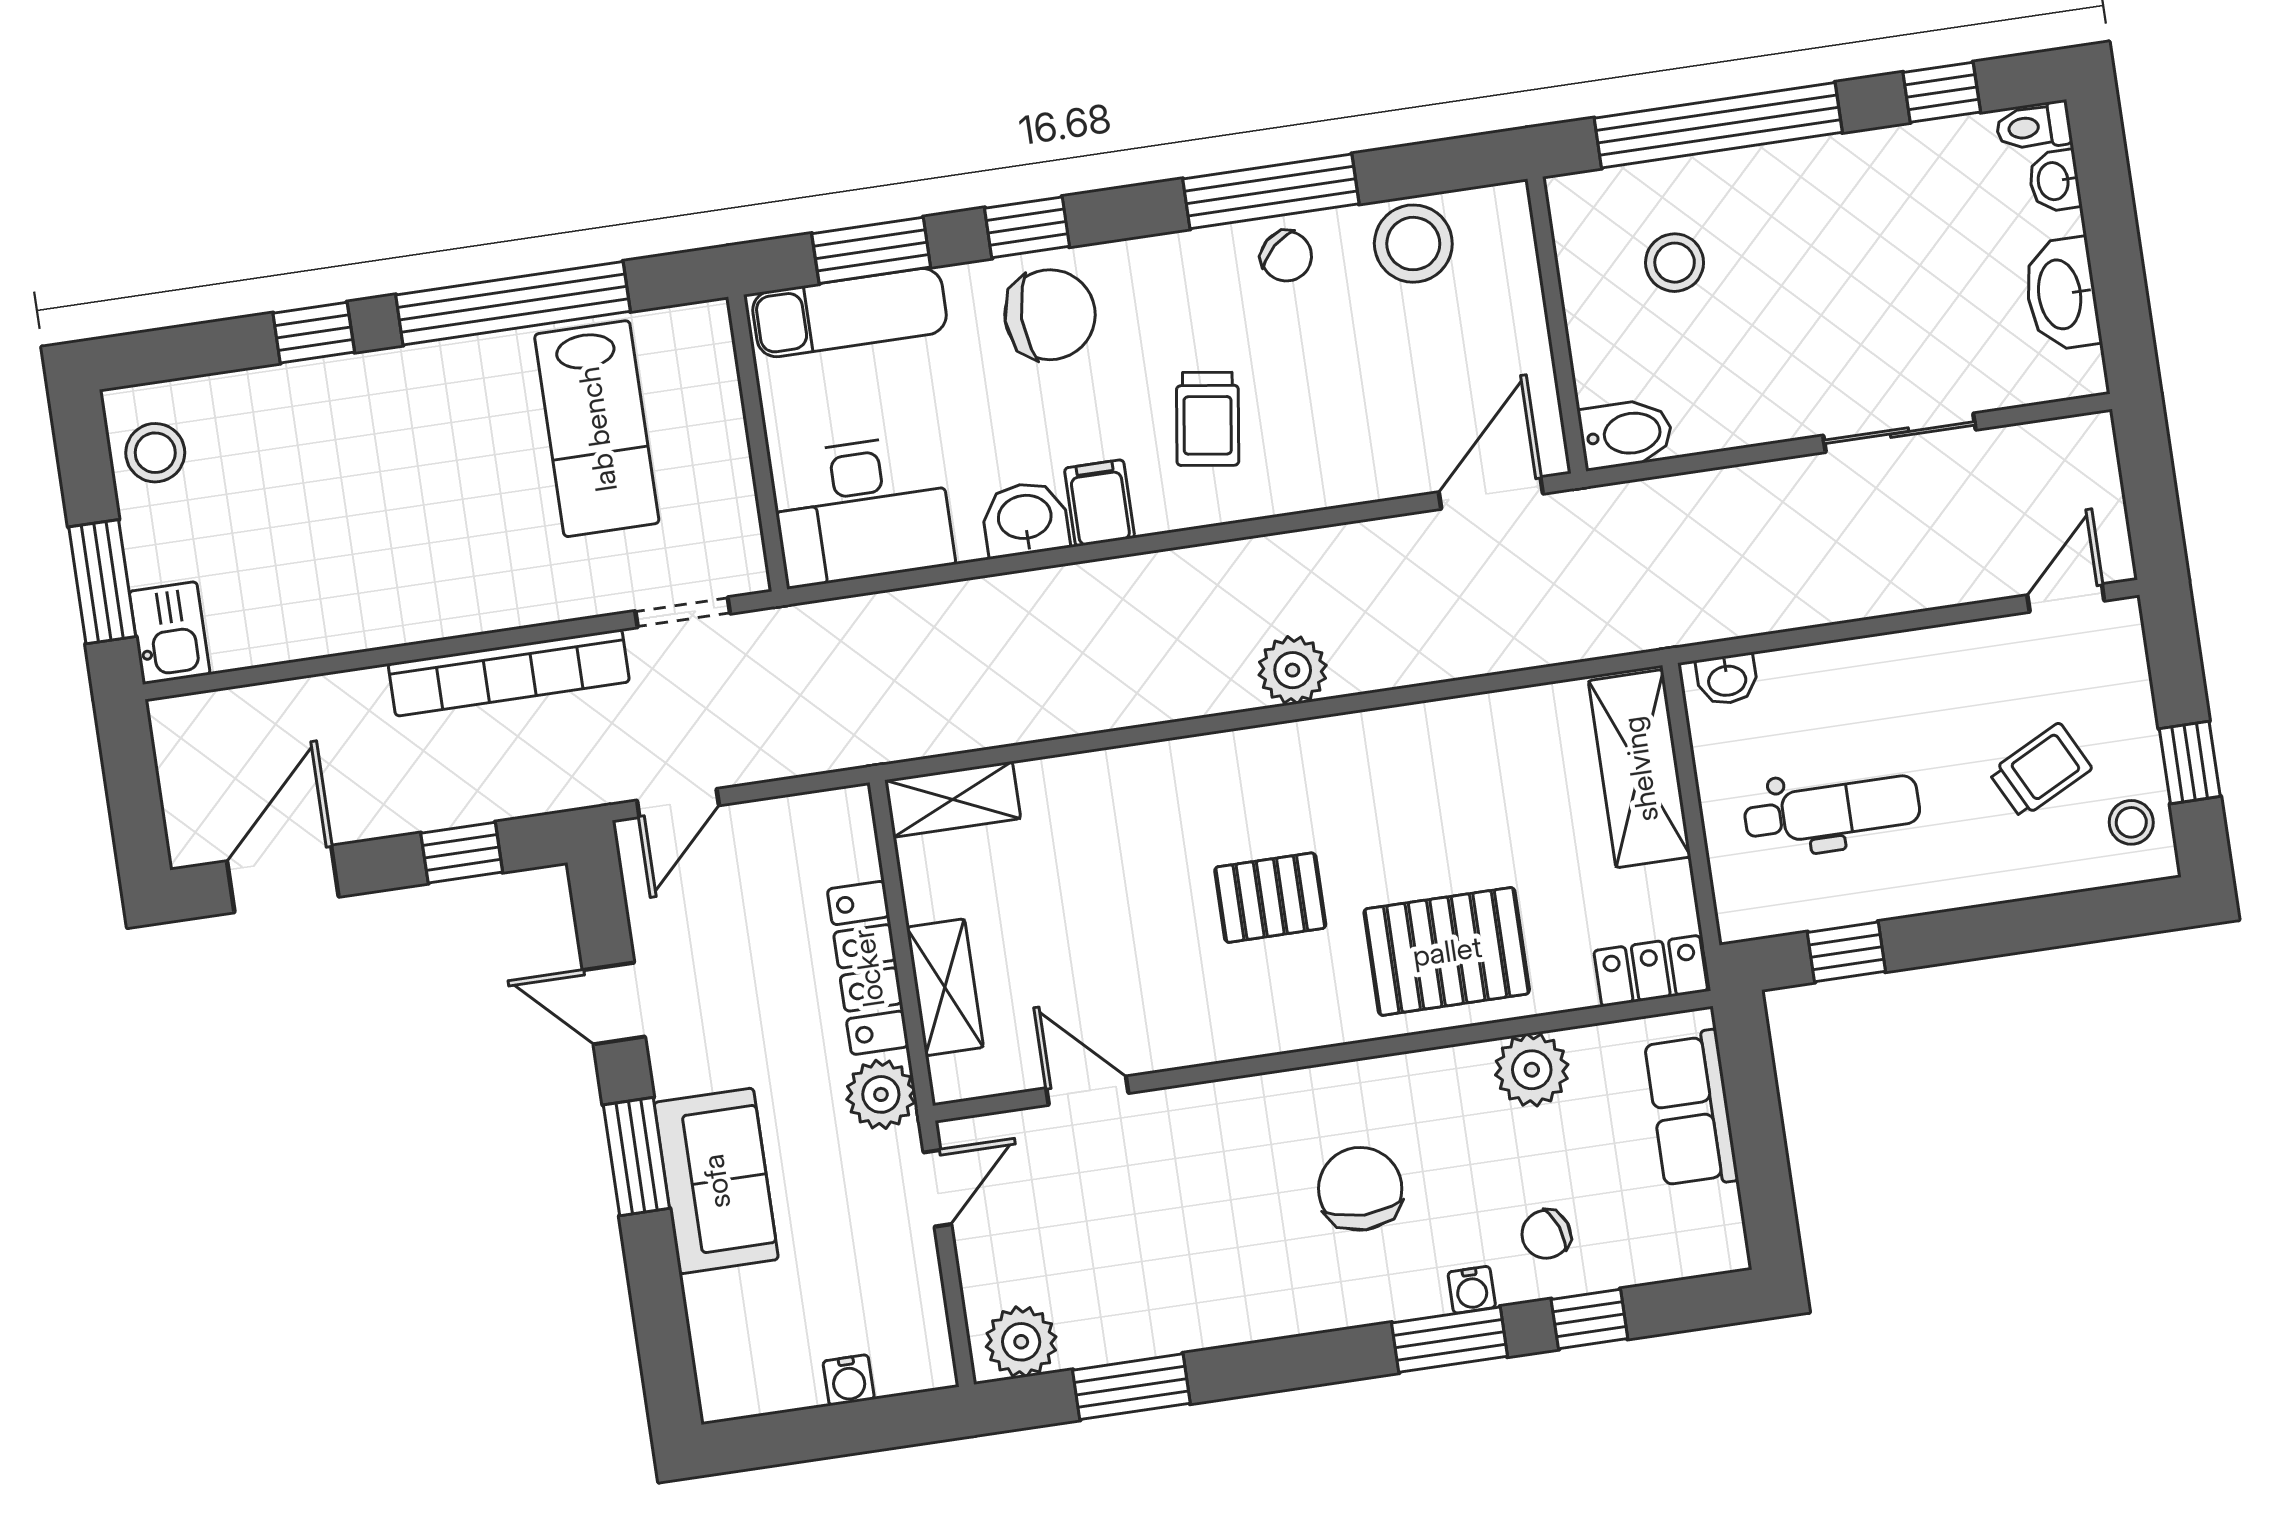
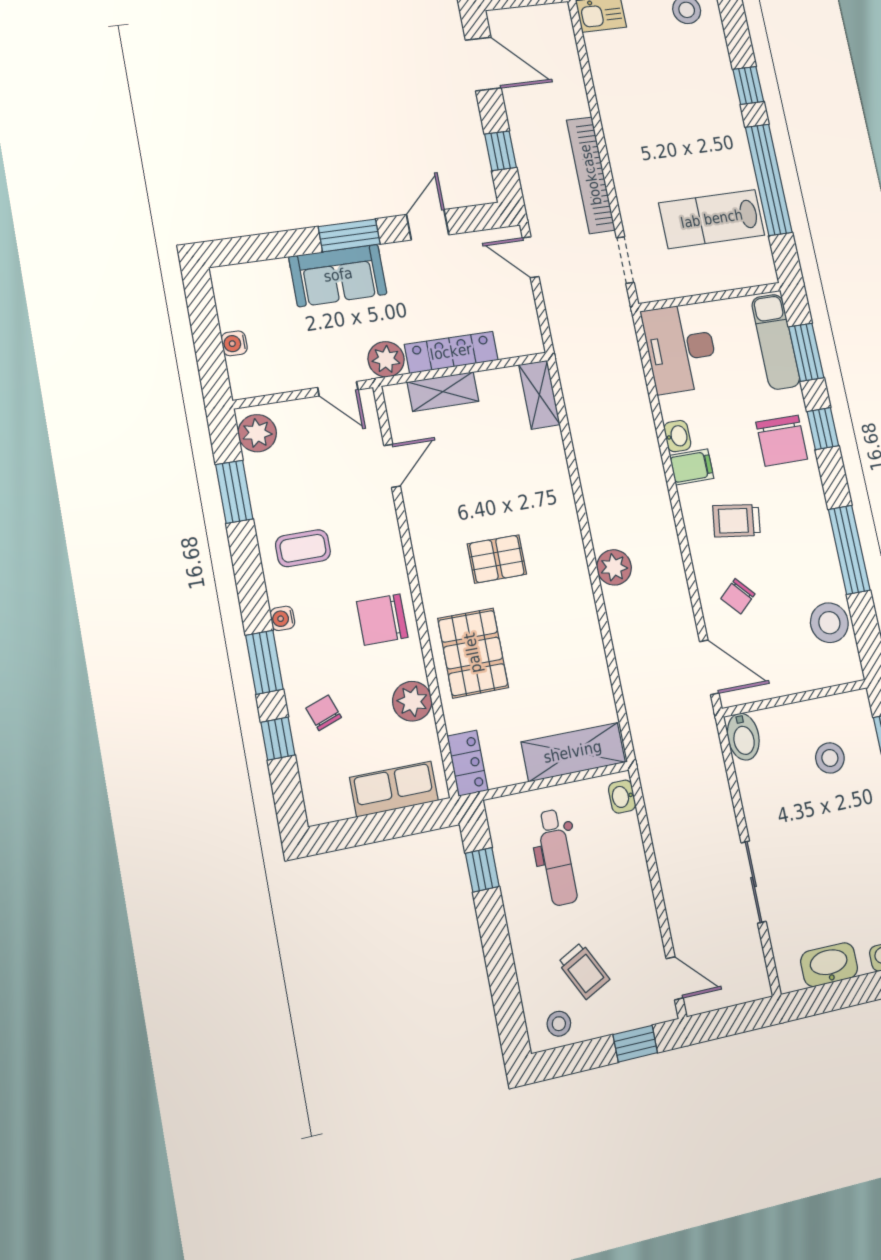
chair: (1286, 256) -> (738, 596), moved
washbasin: (1025, 519) -> (677, 436), width x0.72, depth x0.69
window: (2190, 762) -> (635, 1044), moved
pallet: (1270, 898) -> (497, 559), turned 90
chair: (1360, 1189) -> (382, 620), moved, turned 180
coffee table: (1240, 1263) -> (303, 548), added
water cooler: (1472, 1290) -> (282, 618), moved

